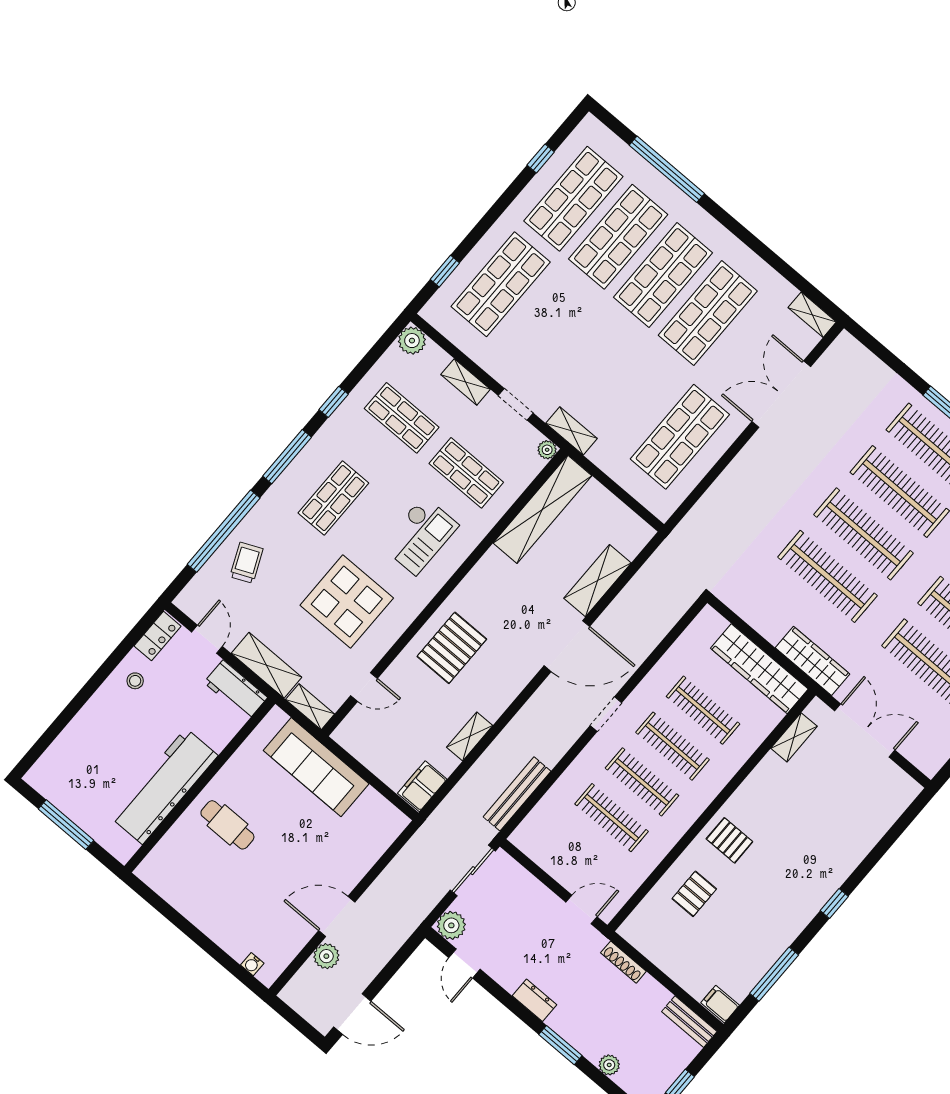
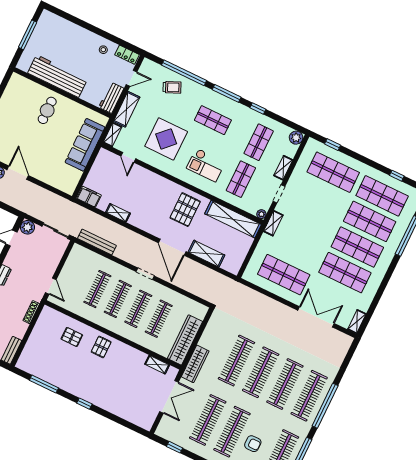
pallet: (452, 648) -> (185, 210), moved, turned 90
filing cabinet: (720, 1004) -> (23, 362), removed

